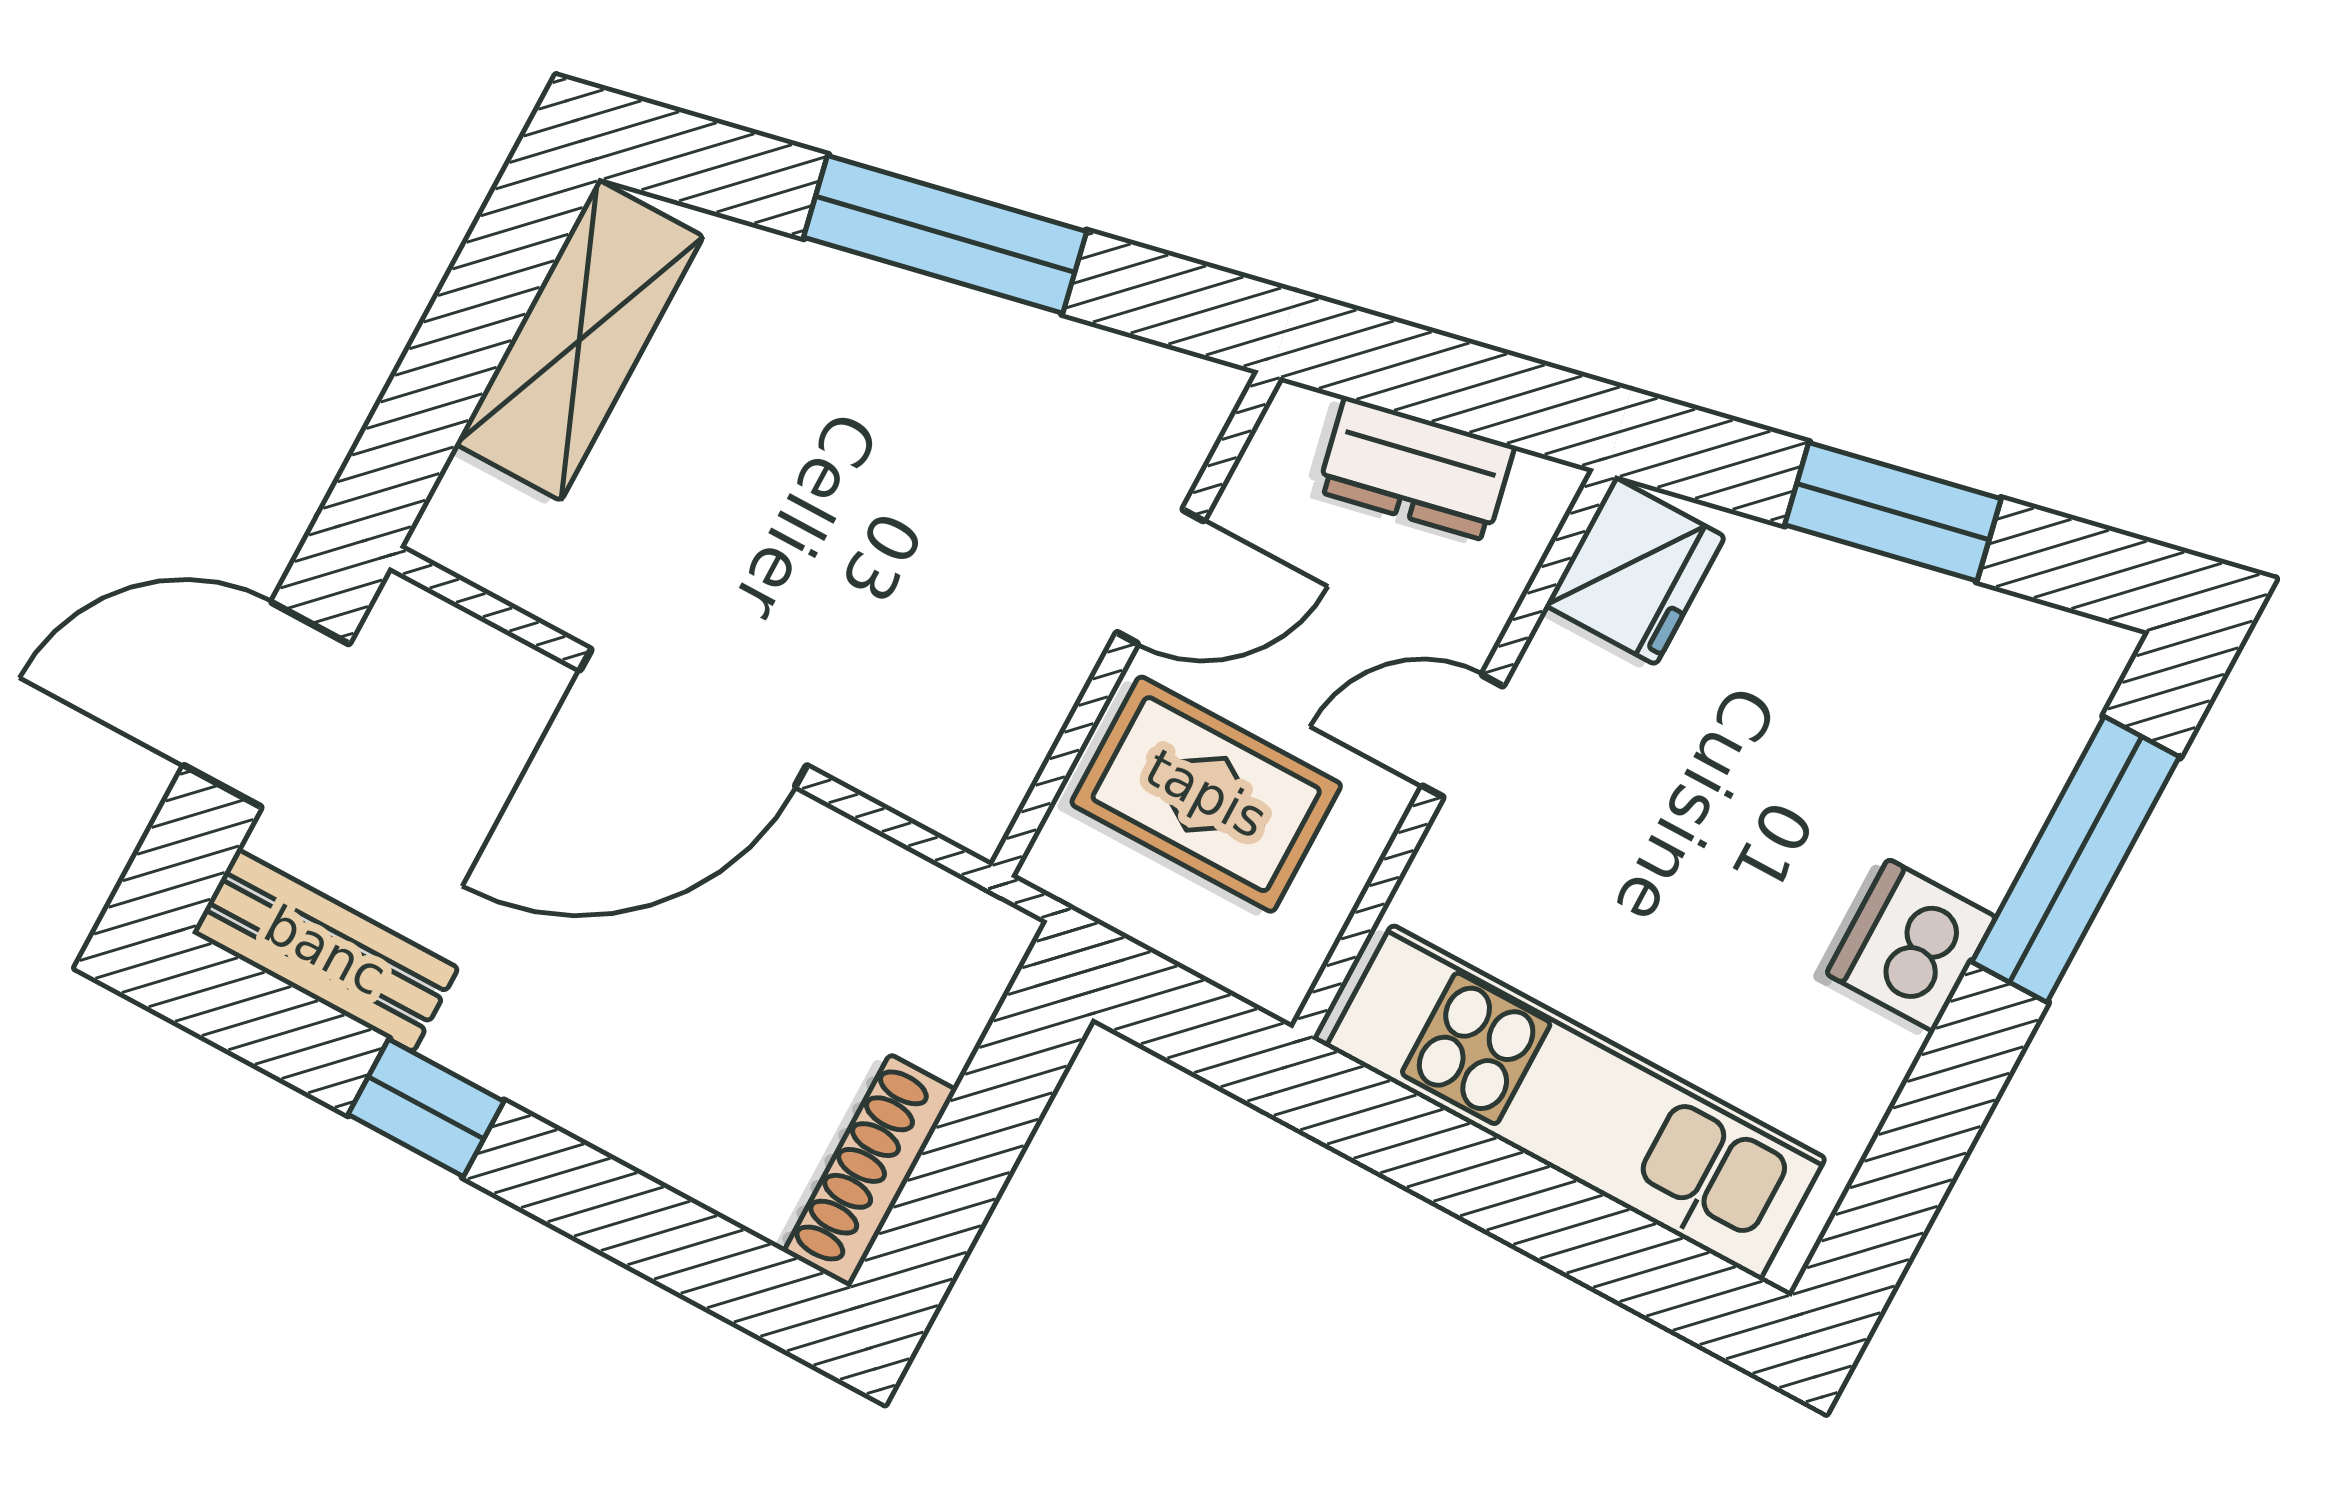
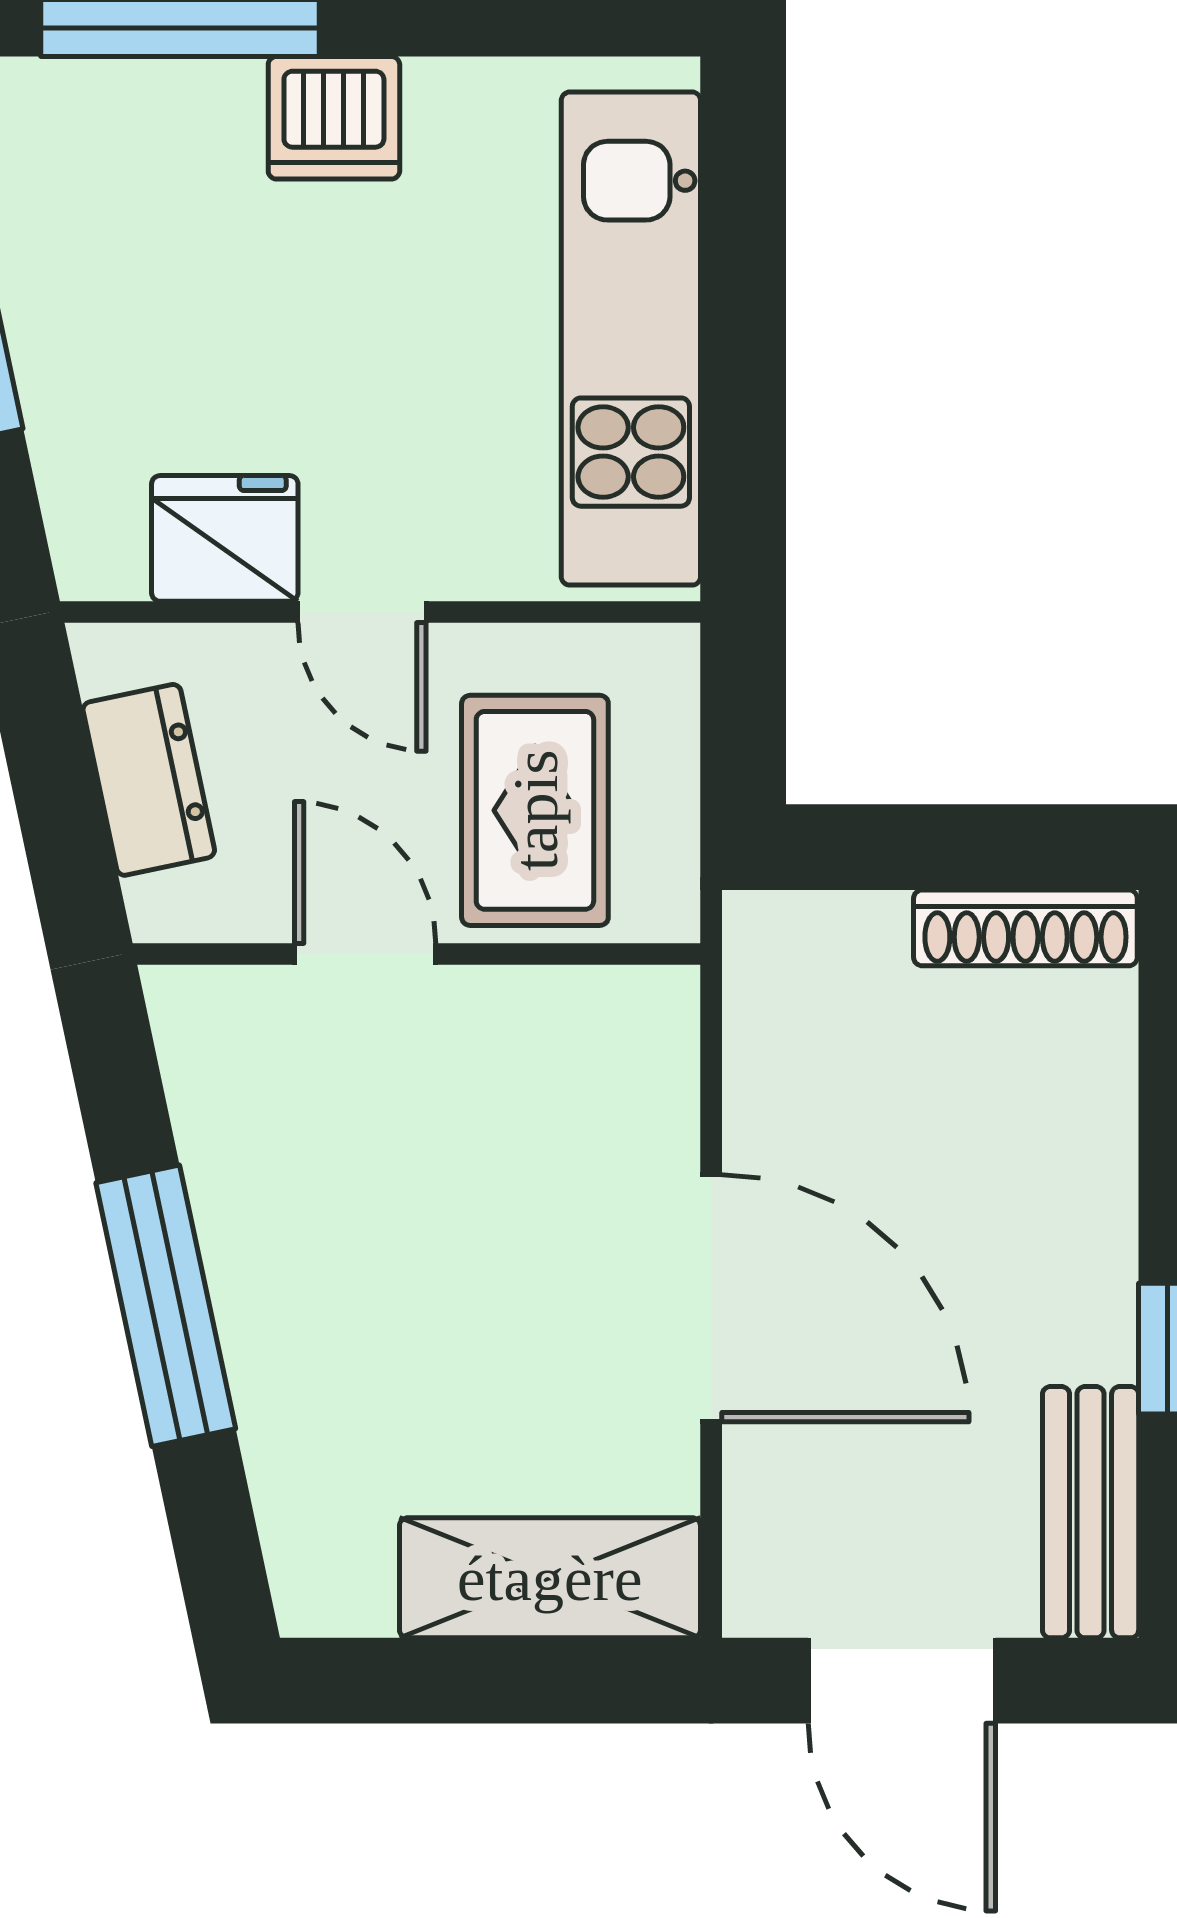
shelving: (579, 340) -> (550, 1578), moved
fridge: (1635, 571) -> (225, 538), moved

